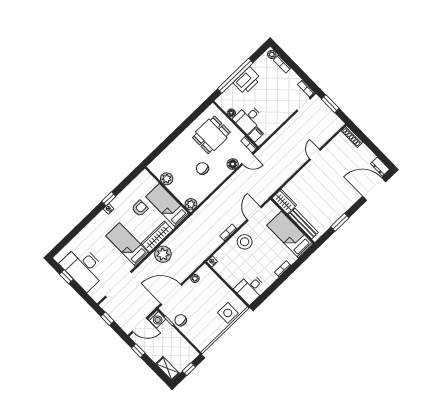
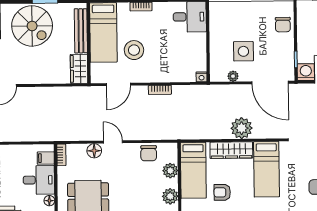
door: (247, 159) -> (113, 142), moved
chair: (202, 168) -> (149, 153), moved
spiral stairs: (333, 201) -> (32, 26), added
plant: (191, 204) -> (170, 171), moved
stool: (245, 242) -> (134, 50), moved
side table: (228, 313) -> (243, 51), moved
chair: (181, 320) -> (283, 25), moved

